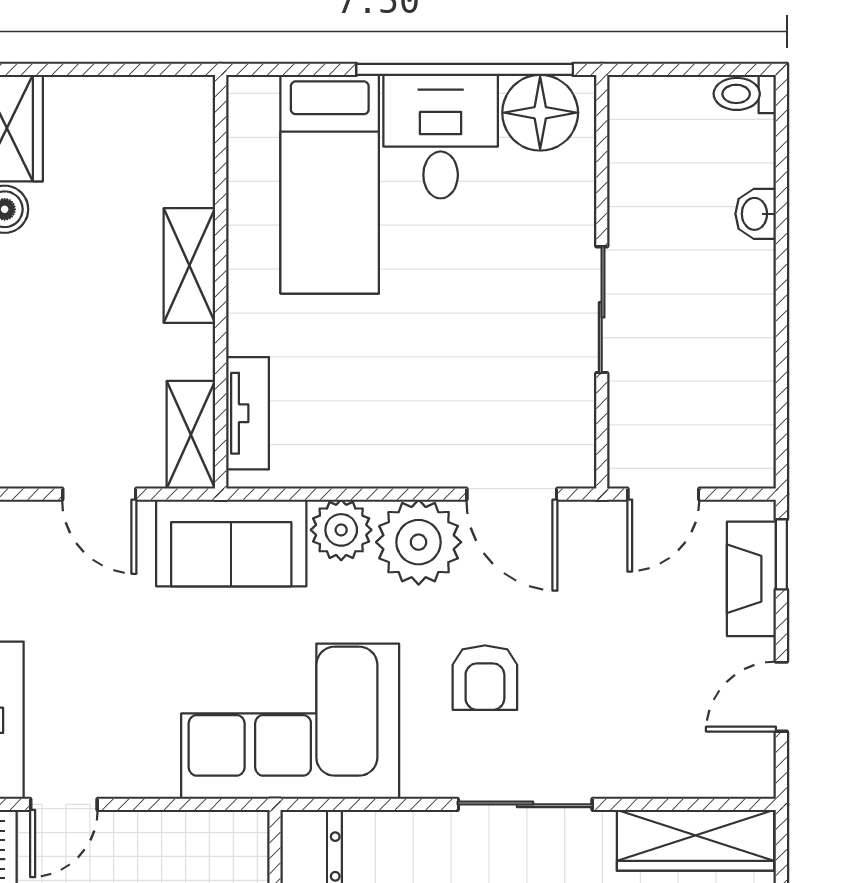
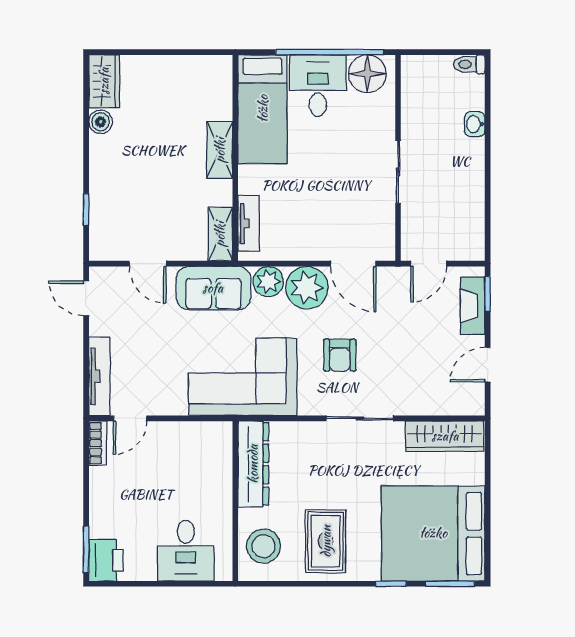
shelving: (189, 266) -> (220, 150), moved
wall: (221, 282) -> (235, 158), moved
tv unit: (247, 413) -> (249, 223), moved
shelving: (191, 435) -> (220, 234), moved

